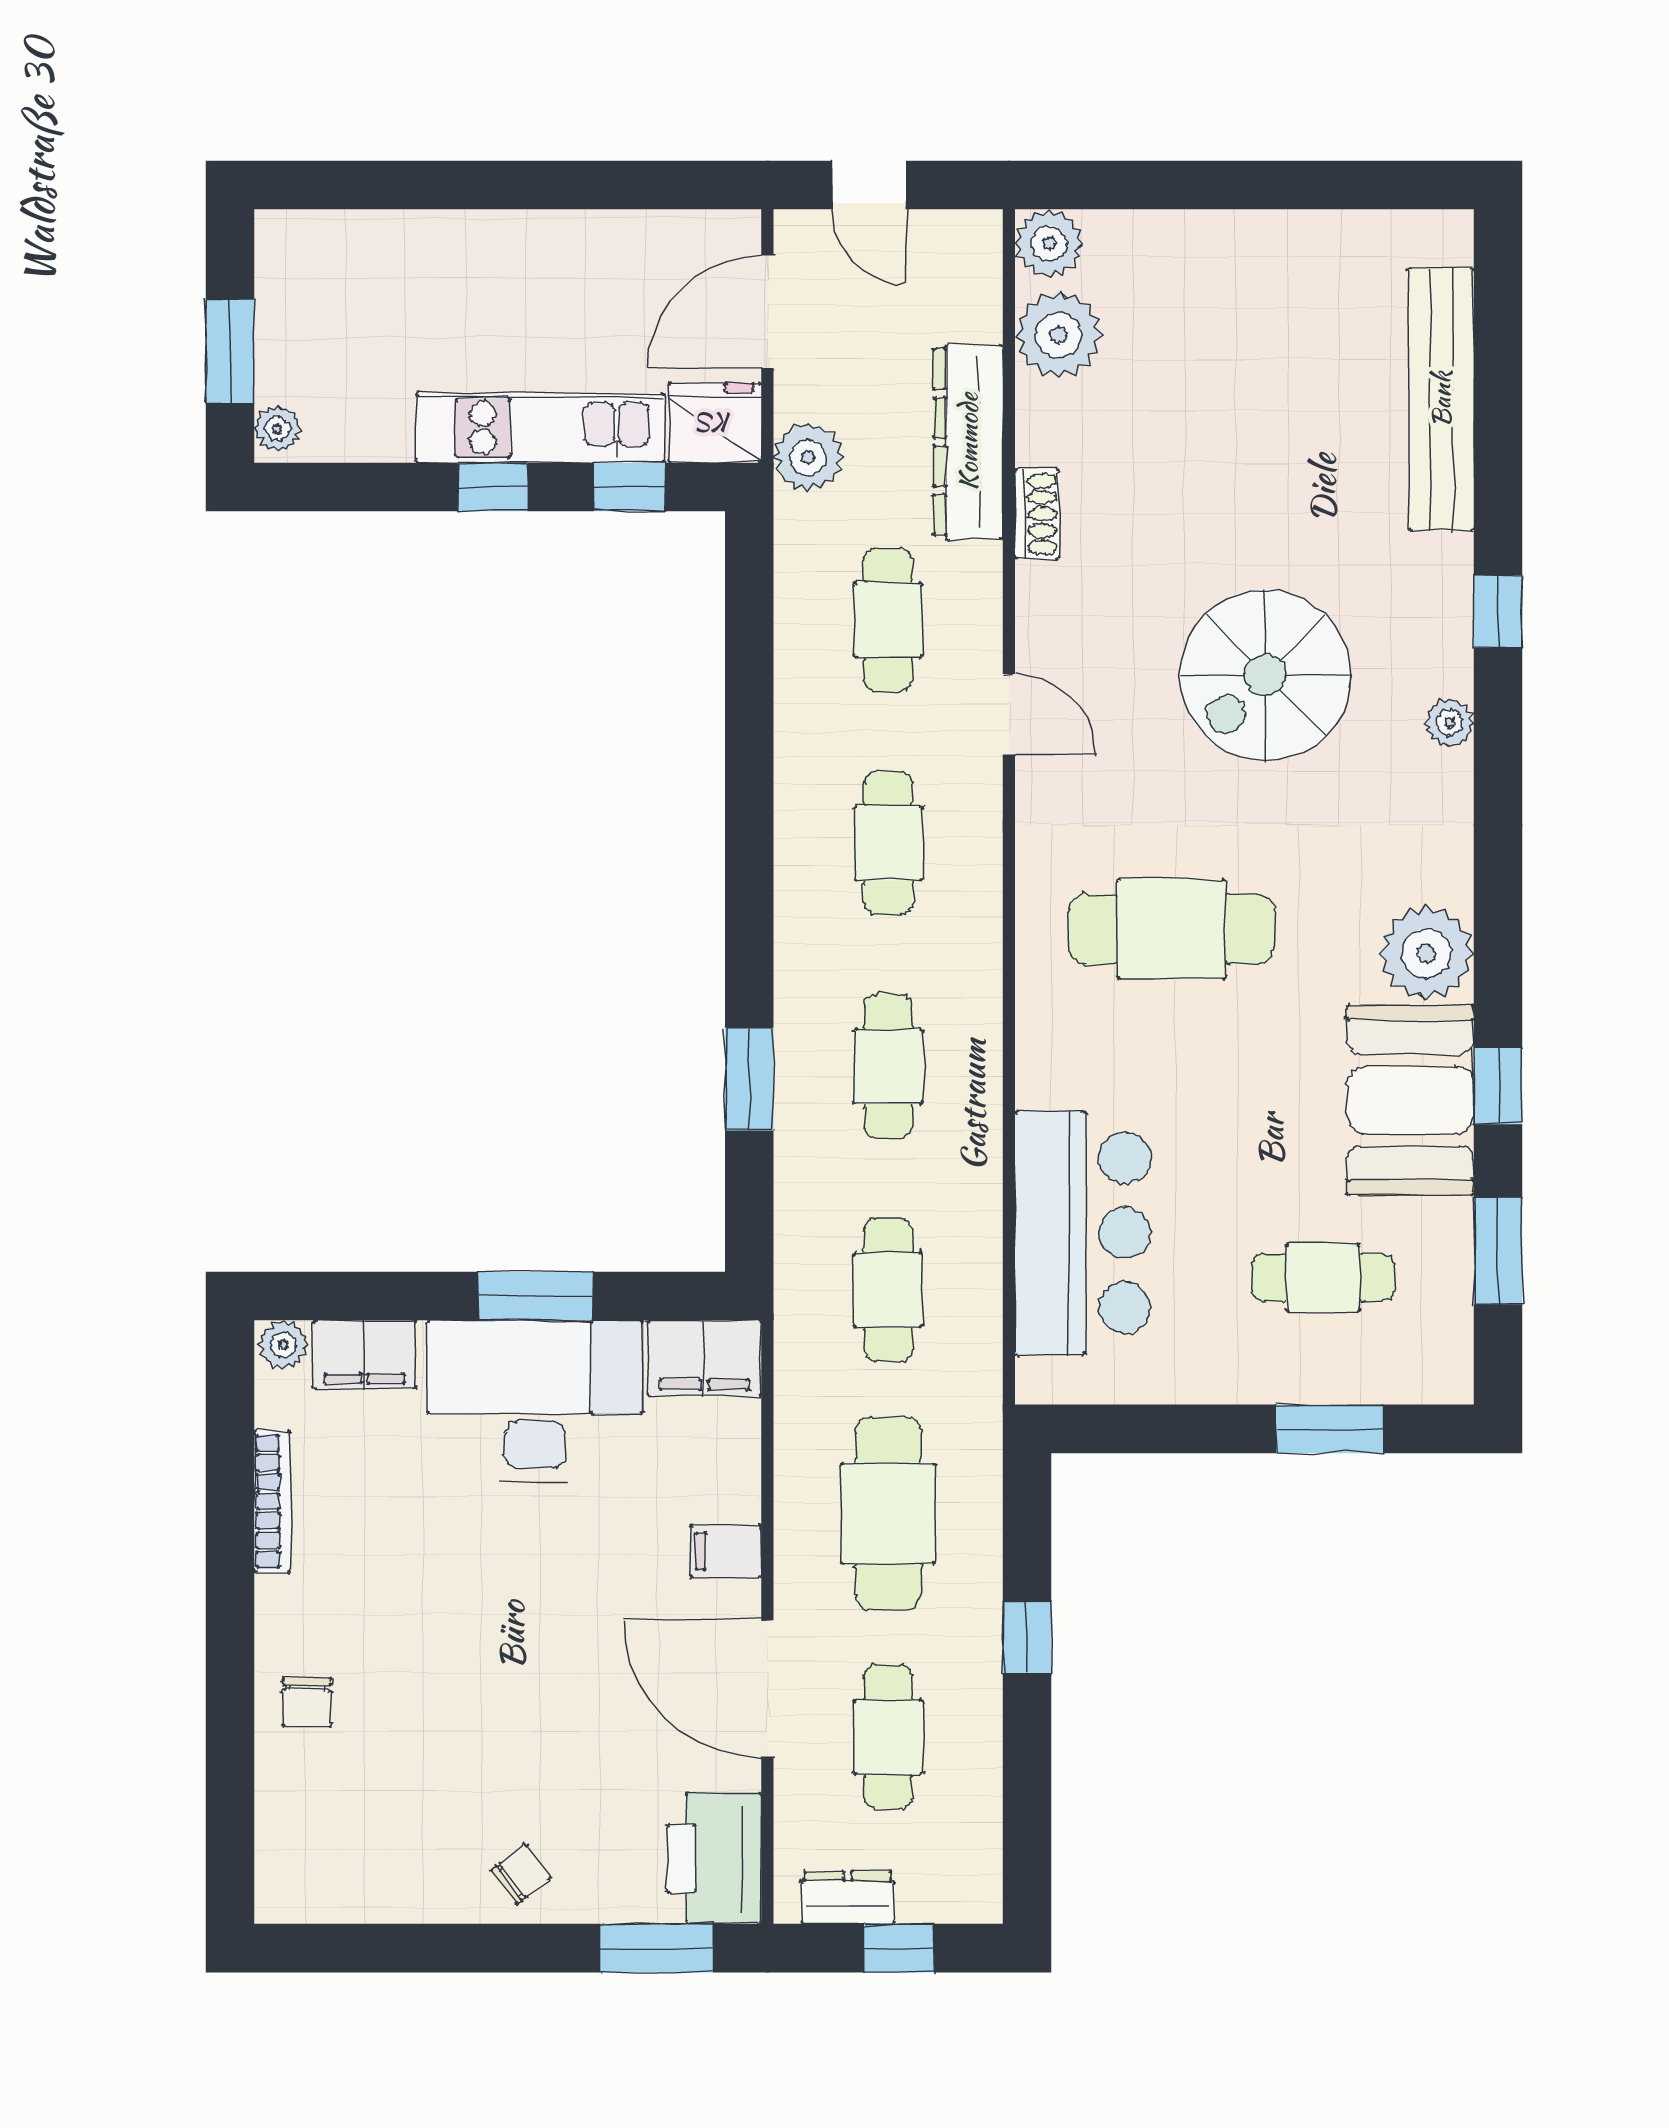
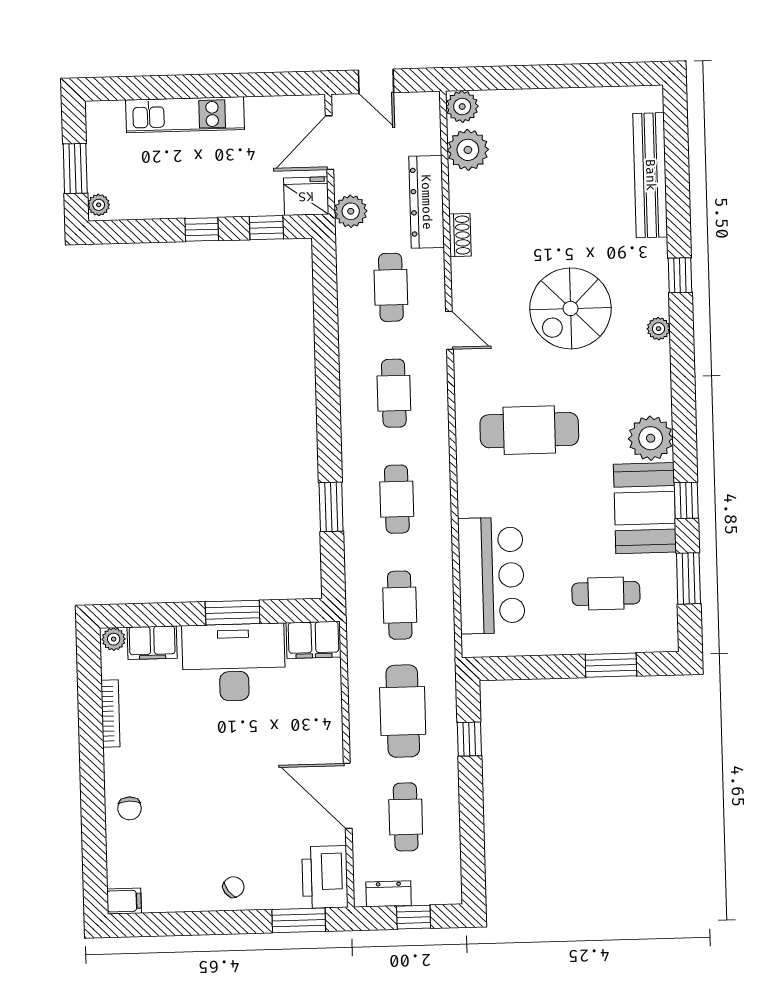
kitchen unit: (540, 428) -> (185, 115), moved, turned 180
filing cabinet: (726, 1551) -> (124, 901), moved, turned 180
window: (1027, 1638) -> (469, 739), moved

